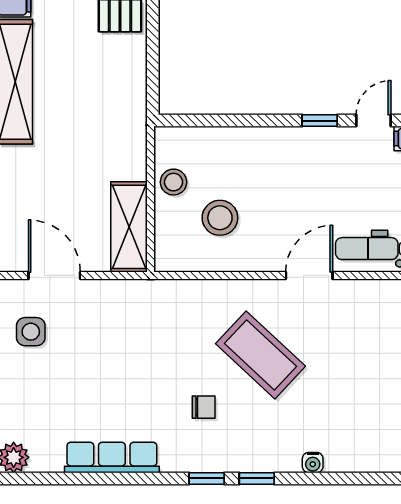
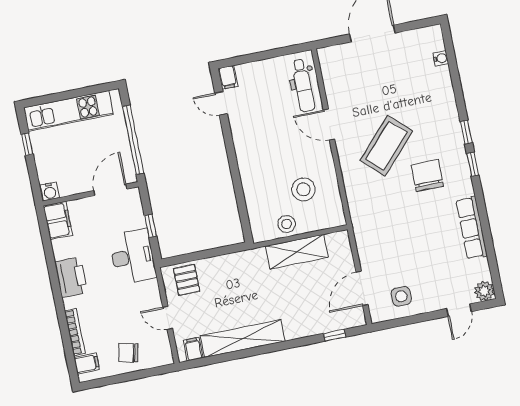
window: (320, 121) -> (228, 138), removed
shelving: (129, 227) -> (297, 252), moved
chair: (204, 407) -> (427, 175), width x1.87, depth x1.87
water cooler: (313, 463) -> (441, 58), moved

